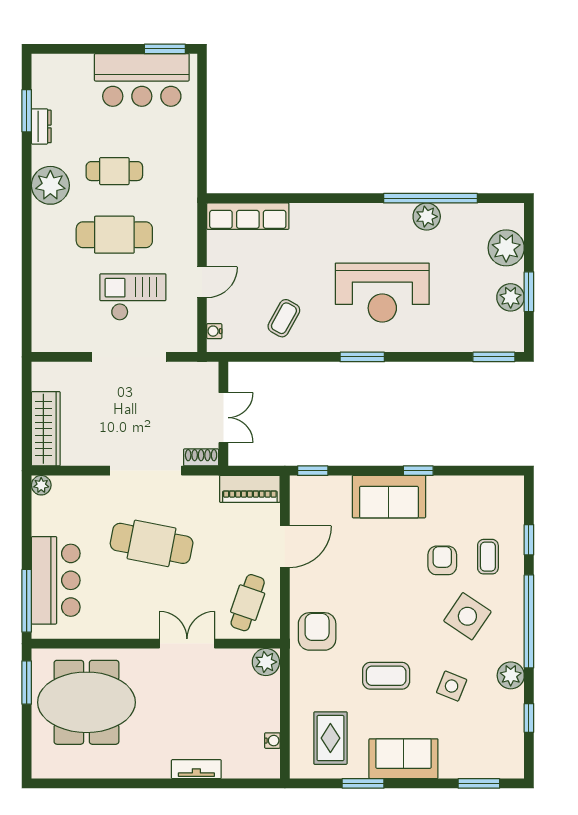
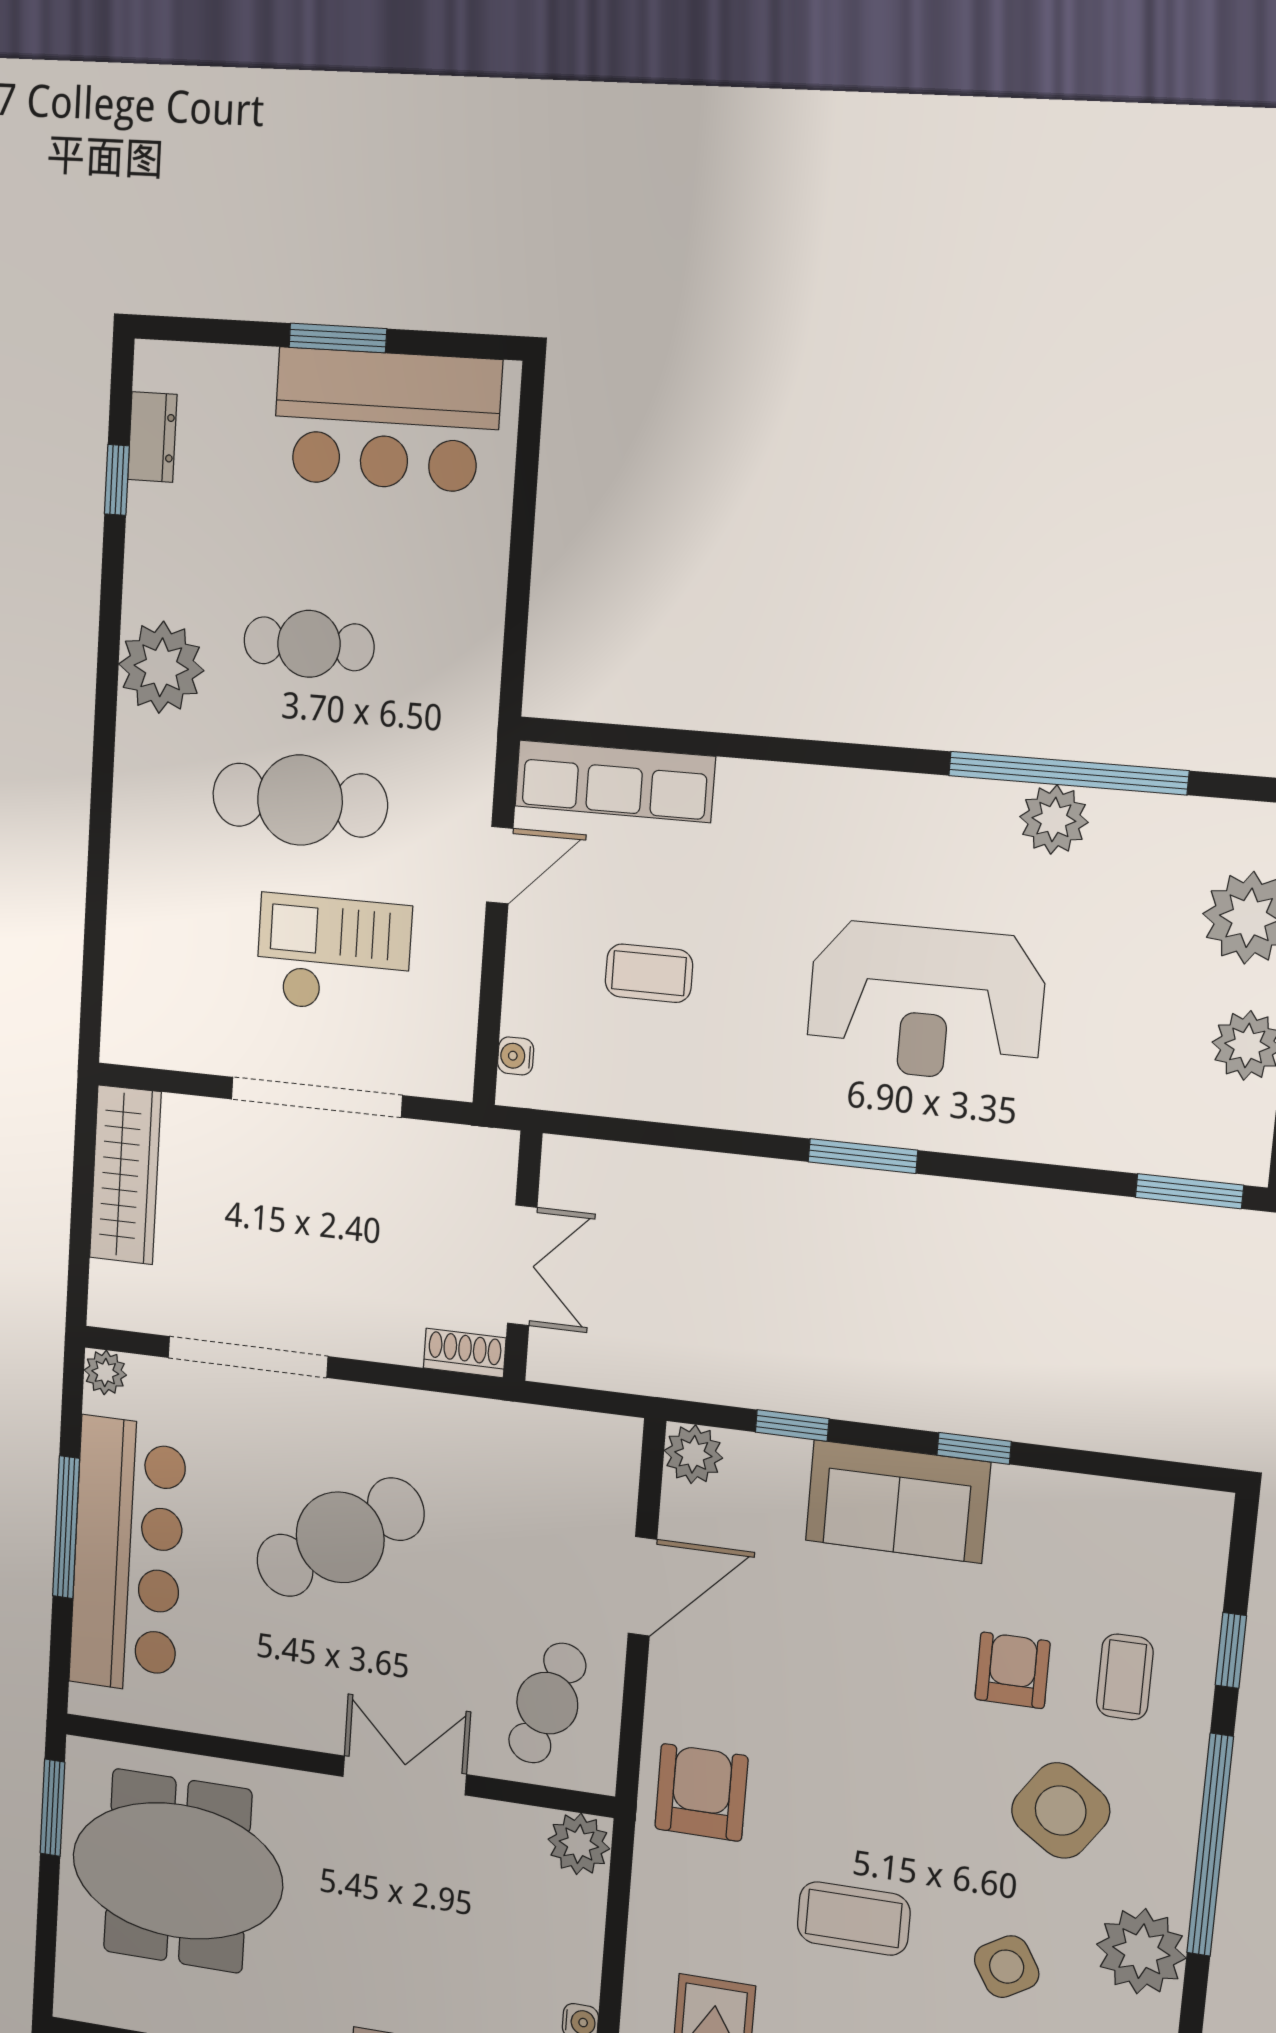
window: (165, 49) -> (338, 338), moved
window: (27, 111) -> (117, 480), width x0.67
dresser: (41, 126) -> (152, 437), moved
door: (202, 282) -> (500, 865), moved
coffee table: (284, 318) -> (649, 973), moved, turned 61
wardrobe: (46, 429) -> (125, 1175), moved
doorway: (146, 471) -> (248, 1357), moved
window: (313, 471) -> (792, 1425), moved
plant: (302, 488) -> (693, 1454), added
piano: (250, 489) -> (572, 1441), removed
cafe table: (152, 543) -> (340, 1537), turned -44
bar counter: (56, 580) -> (128, 1556), width x1.36
window: (27, 601) -> (66, 1527), moved
plant: (511, 675) -> (1141, 1951), width x1.36, depth x1.36
side table: (452, 686) -> (1007, 1967), turned 37

